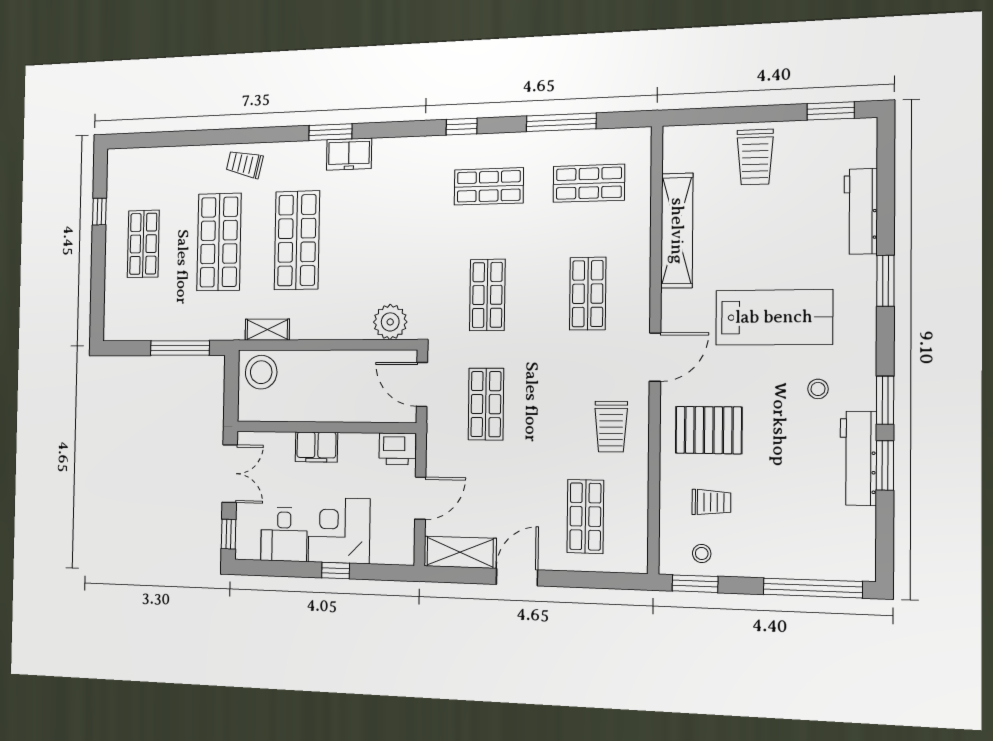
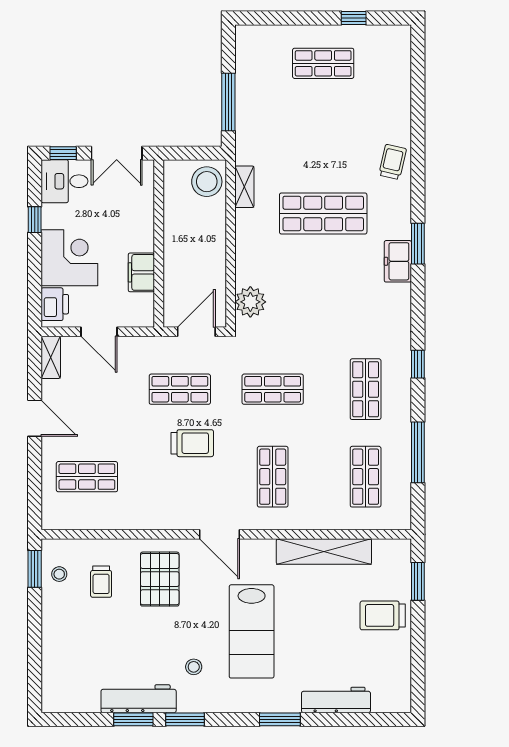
window: (831, 111) -> (418, 581), moved
shop shelf: (219, 242) -> (323, 138), removed
shop shelf: (588, 294) -> (273, 477), turned 90
trolley: (611, 427) -> (192, 443), moved, turned 180
filing cabinet: (316, 447) -> (141, 272), moved
printer: (397, 449) -> (55, 304), moved, turned 180
desk: (284, 534) -> (64, 181), moved
shelving: (460, 552) -> (51, 357), width x0.67, depth x0.75
window: (336, 571) -> (35, 220), moved
window: (813, 588) -> (35, 663), removed

